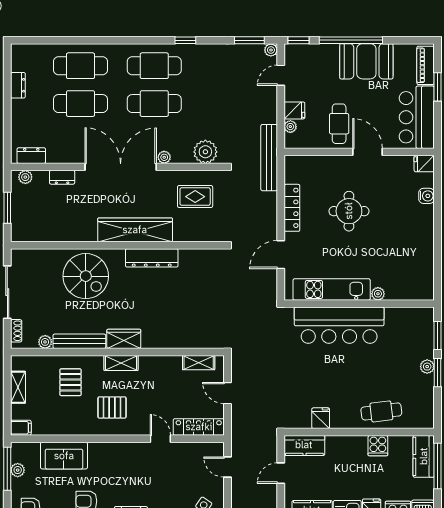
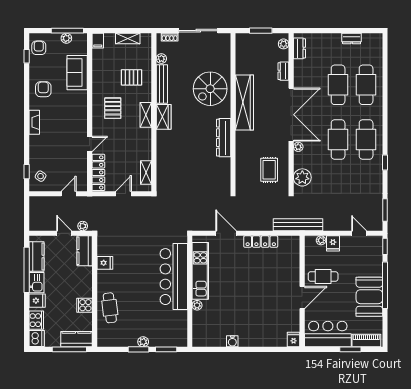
plant: (271, 50) -> (83, 226), moved
water cooler: (427, 196) -> (232, 341), moved
round table: (349, 211) -> (258, 284), removed
wardrobe: (135, 230) -> (244, 103), moved

